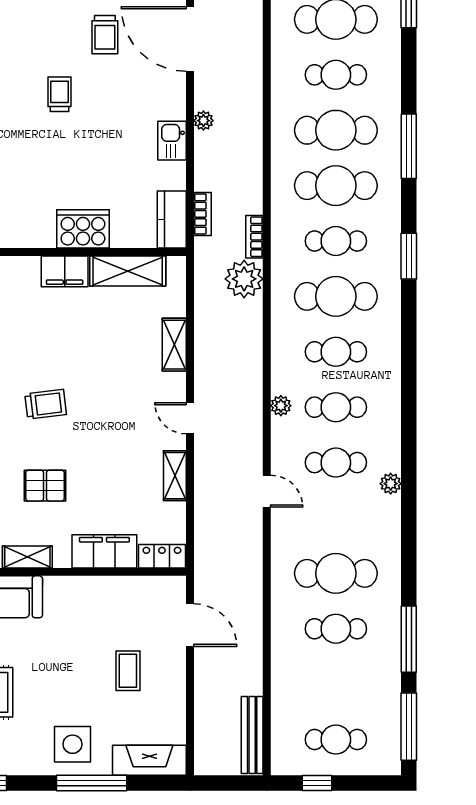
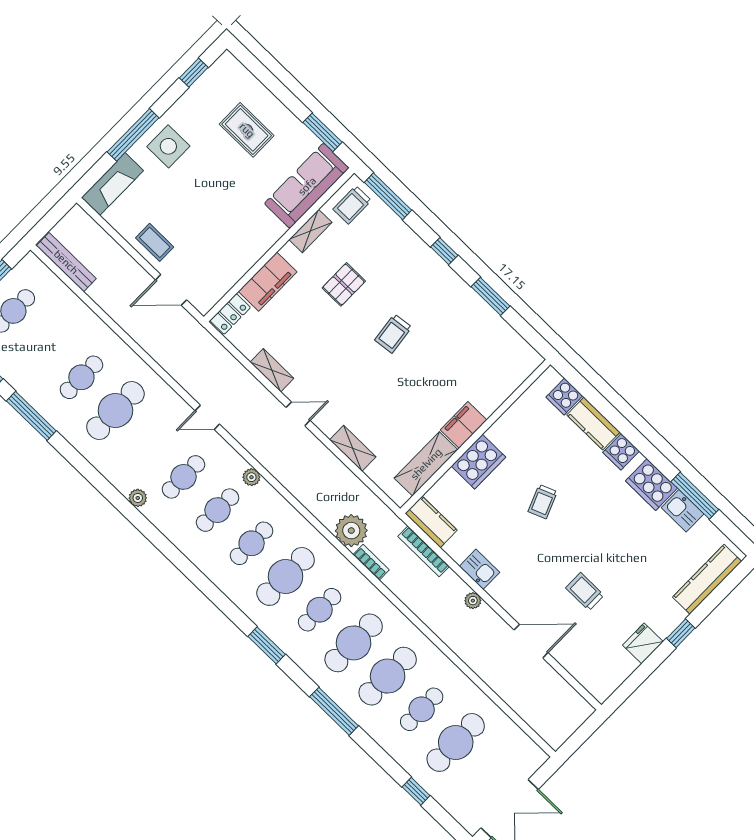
door: (190, 39) -> (531, 641), width x0.73
trolley: (59, 94) -> (543, 502), moved, turned 68
bookcase: (202, 214) -> (424, 551), width x1.56
coffee table: (128, 671) -> (155, 242), moved

